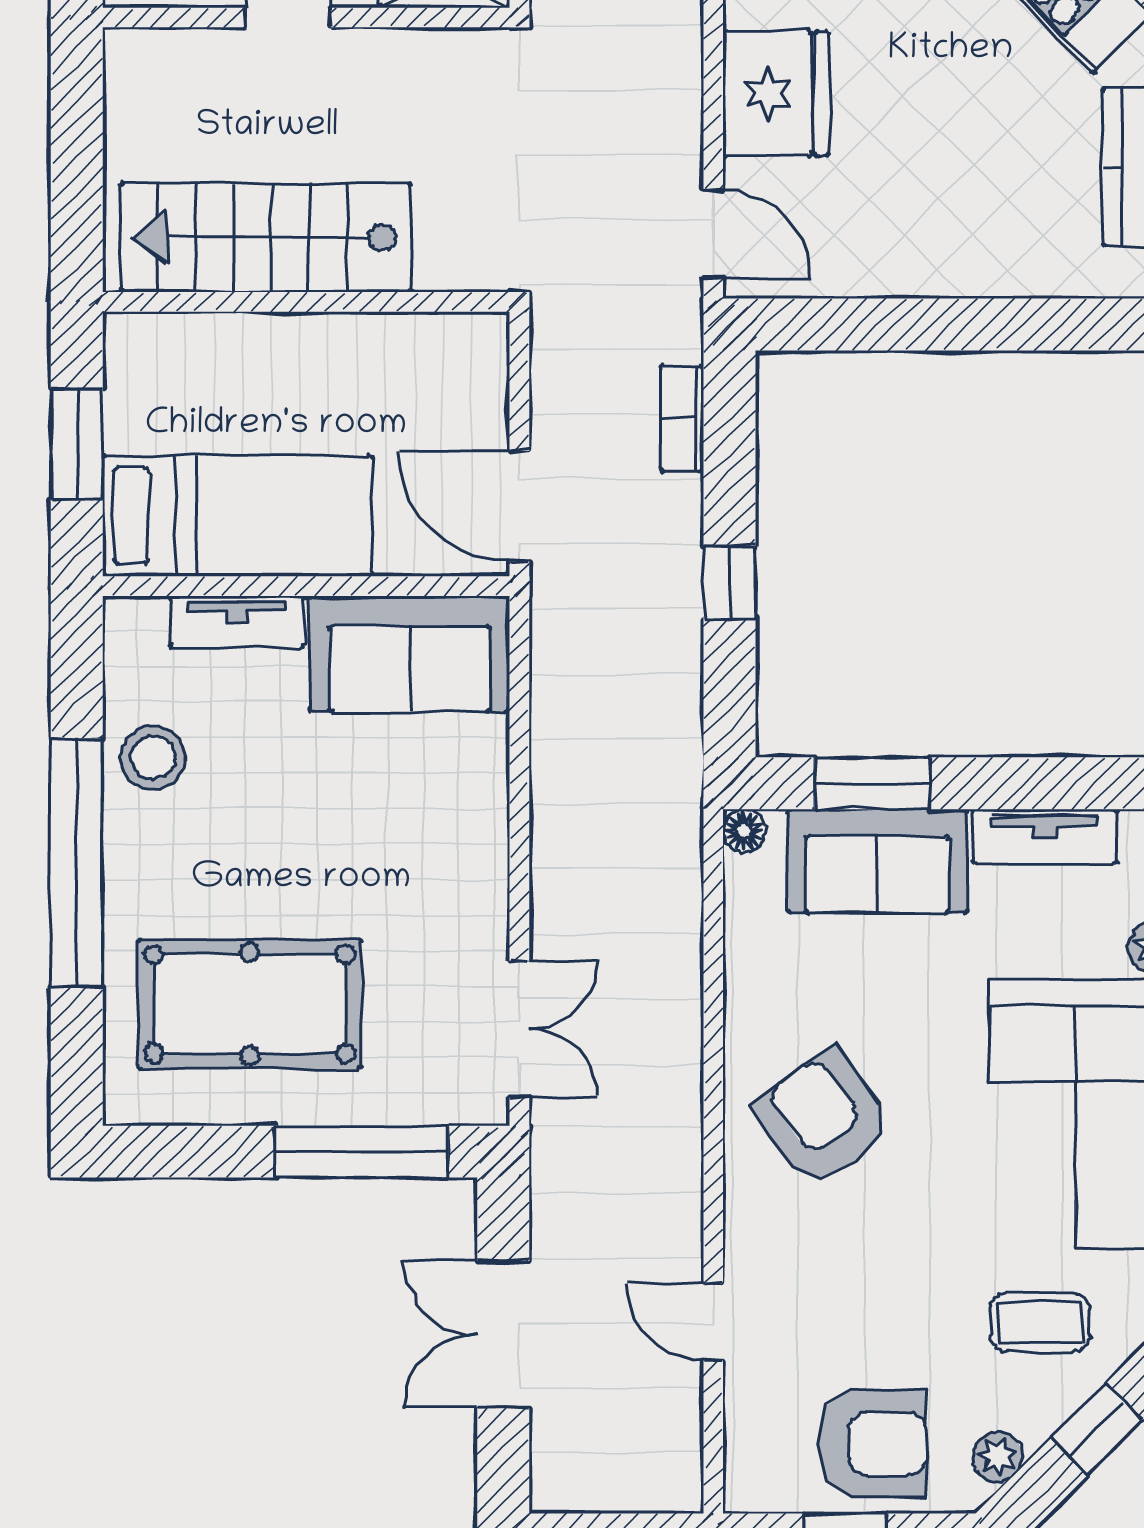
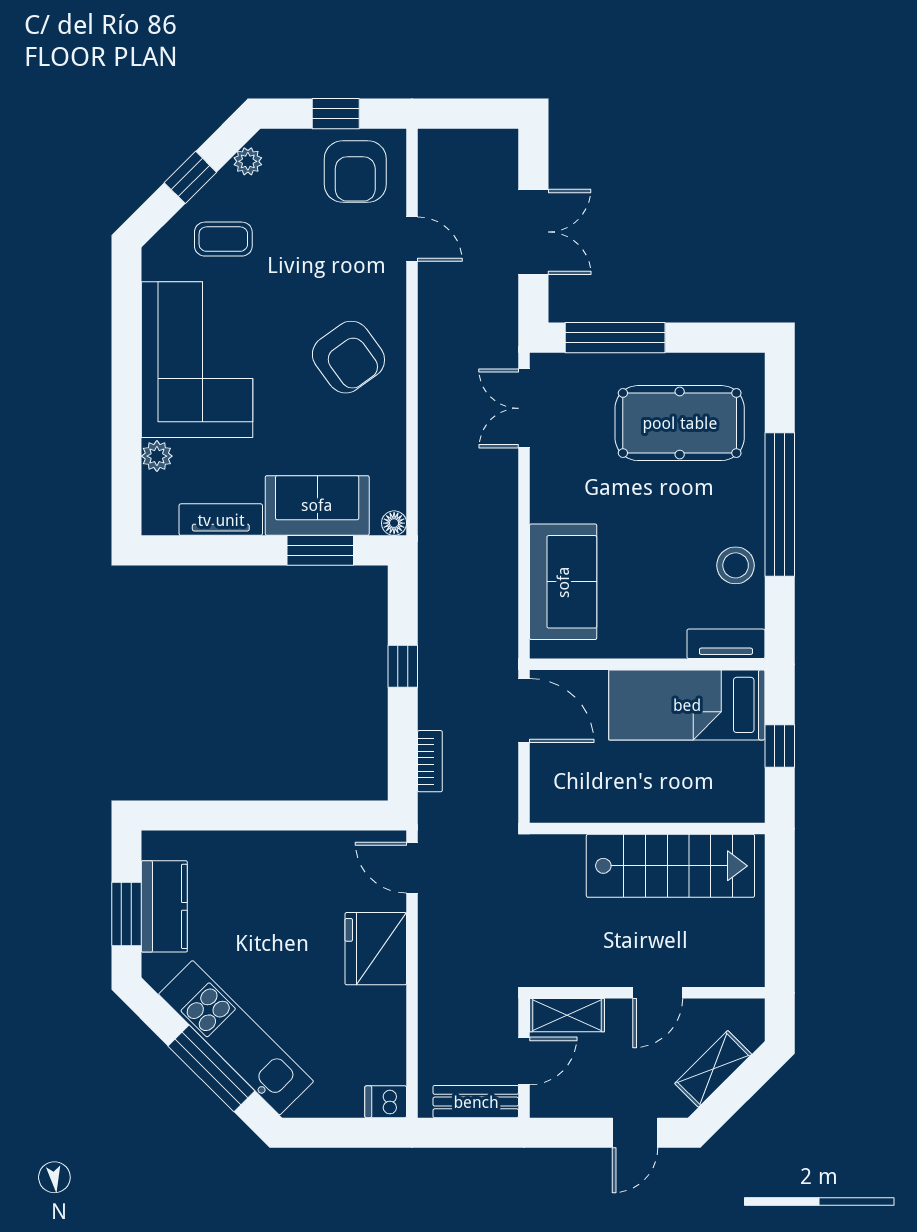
window: (77, 445) -> (780, 746), width x0.67
tv unit: (237, 622) -> (726, 644), moved
sofa: (409, 654) -> (563, 582), moved, turned 90
armchair: (872, 1444) -> (355, 172), moved, turned -90

